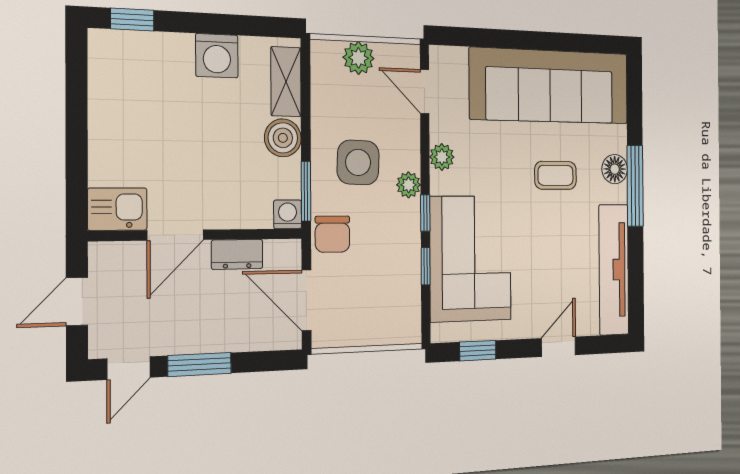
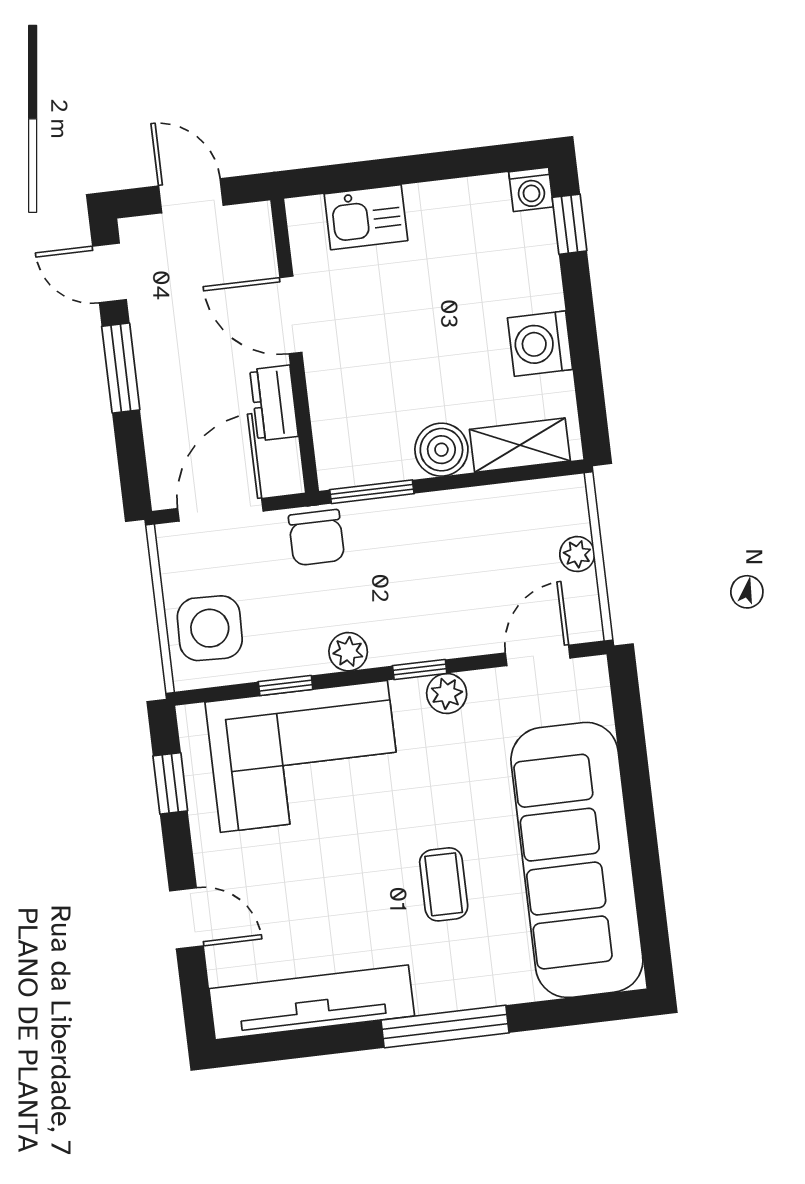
plant: (359, 58) -> (577, 554), width x0.73, depth x0.73
side table: (358, 162) -> (210, 628), moved
floor lamp: (615, 169) -> (466, 987), removed
plant: (409, 185) -> (348, 652), moved
kitchen sink: (117, 209) -> (366, 217), moved, turned 90
window: (425, 213) -> (420, 670), moved
washing machine: (288, 214) -> (531, 189), moved, turned 90
chair: (332, 234) -> (316, 538), turned -90

